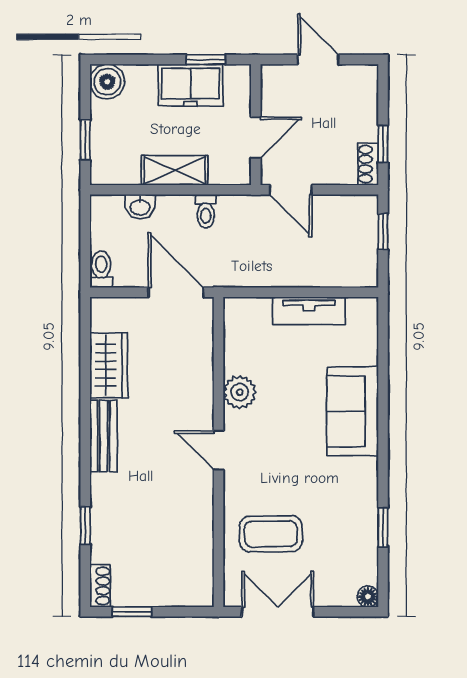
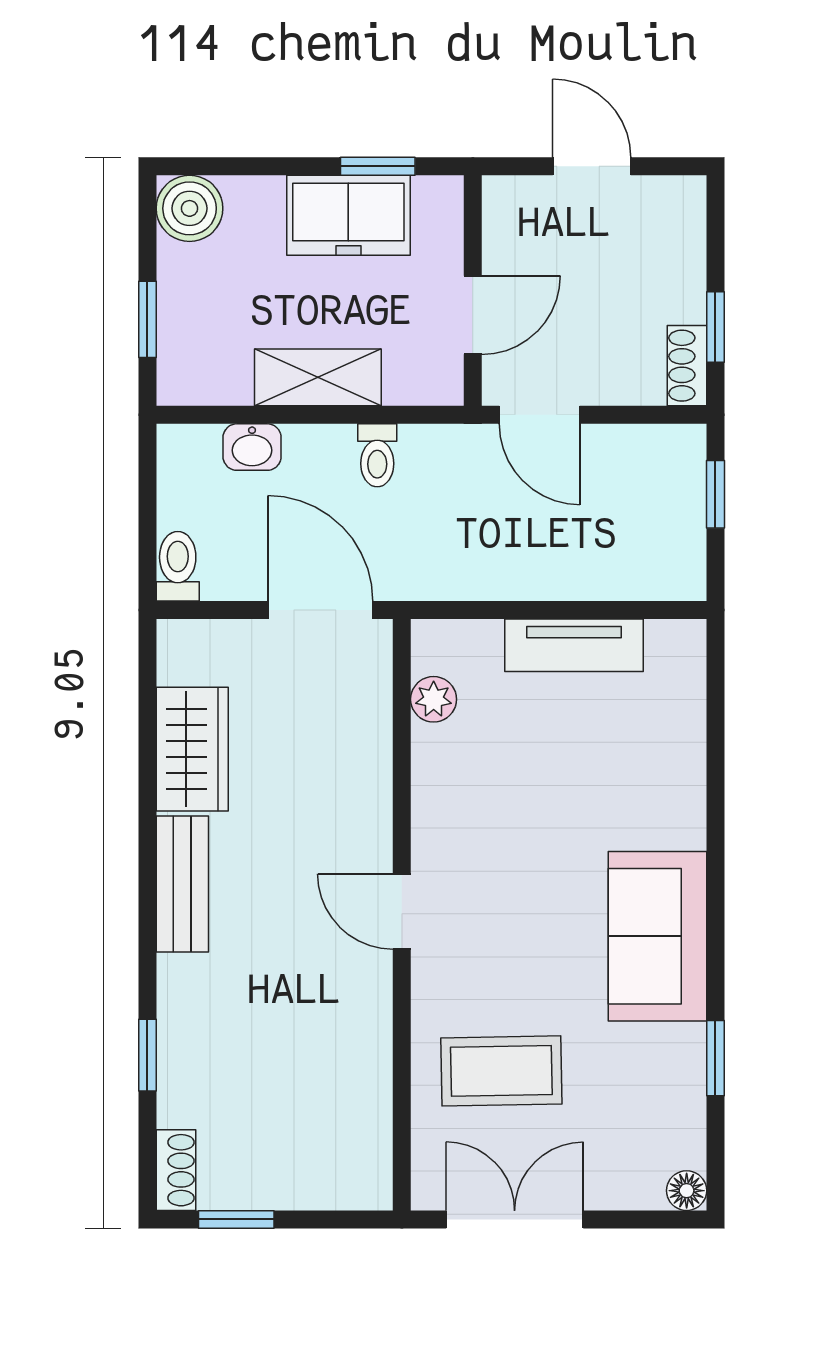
plant: (240, 392) -> (434, 699), moved, width x0.73, depth x0.73
sofa: (353, 411) -> (657, 936), moved

